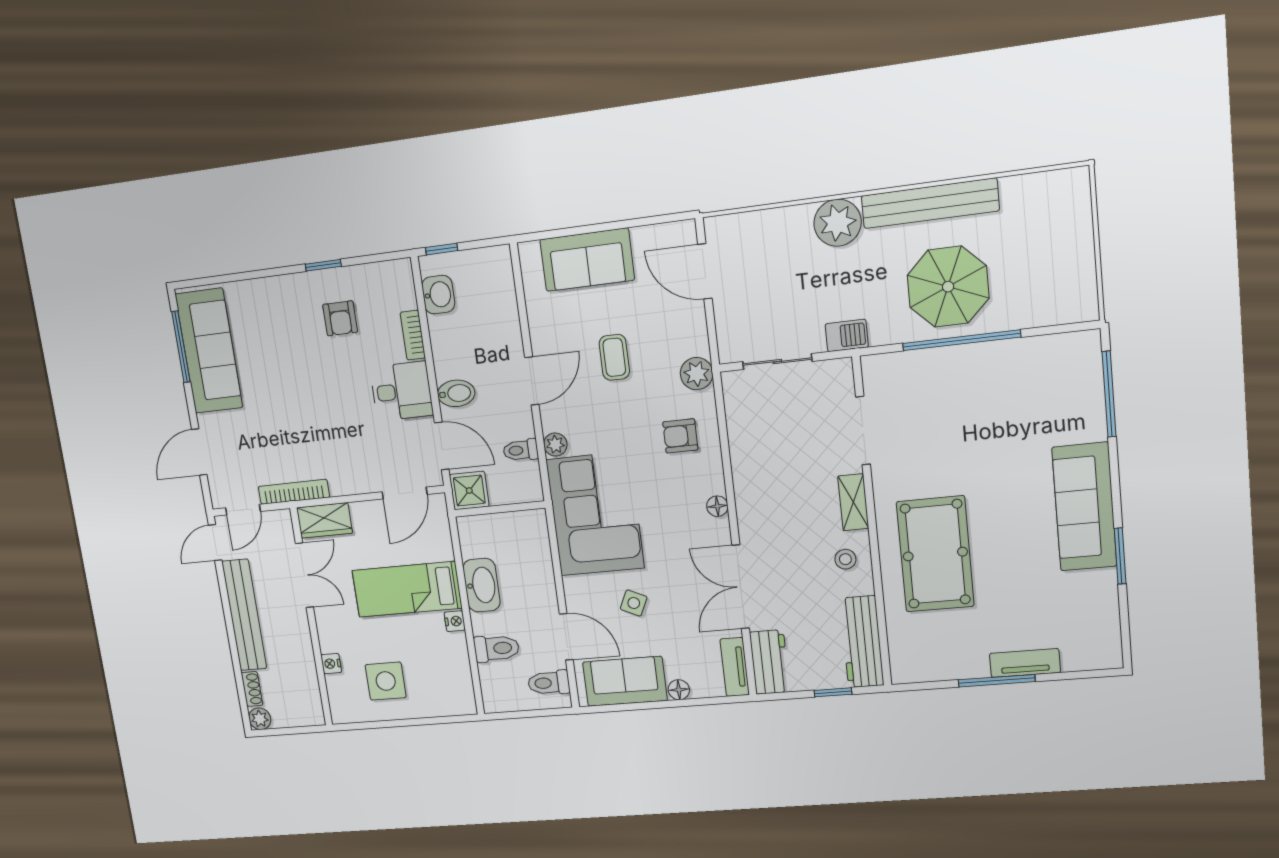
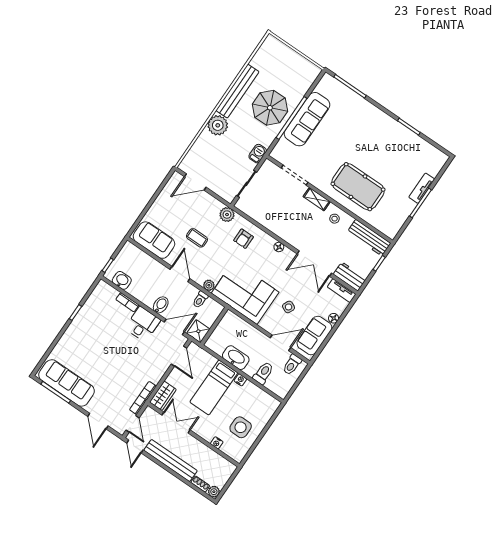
sofa: (587, 260) -> (154, 240), moved, turned -90
armchair: (340, 318) -> (99, 323), removed
sofa: (1084, 507) -> (307, 119), moved, turned -90

